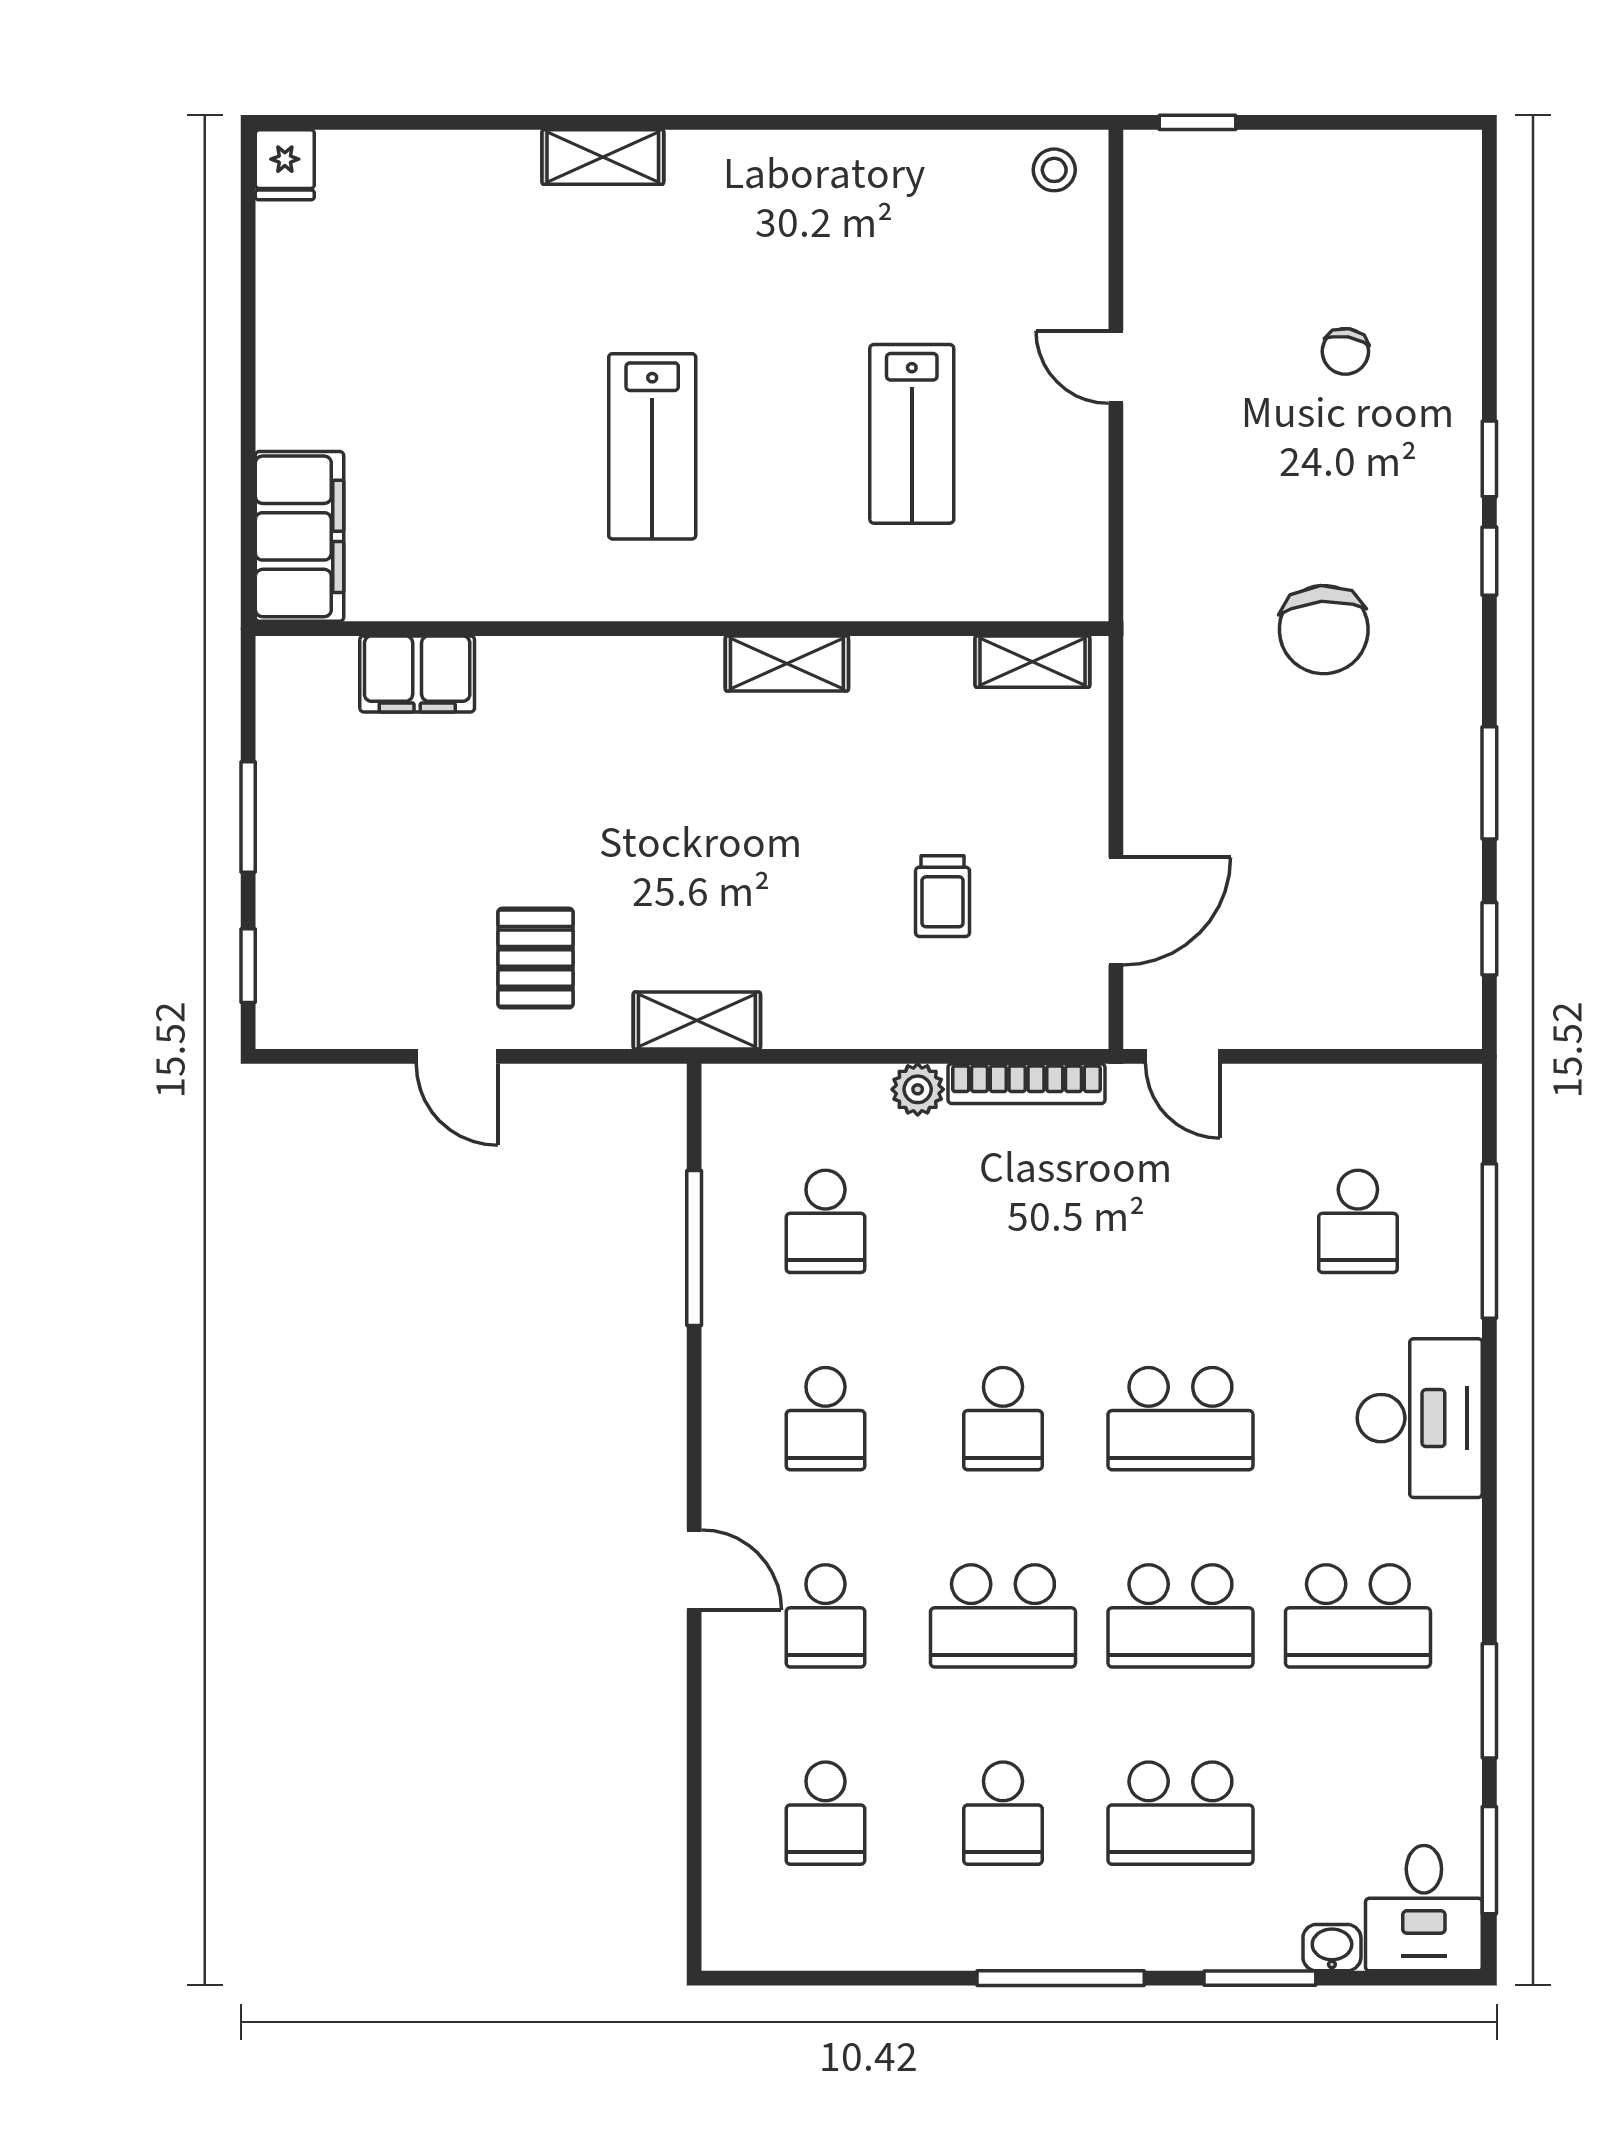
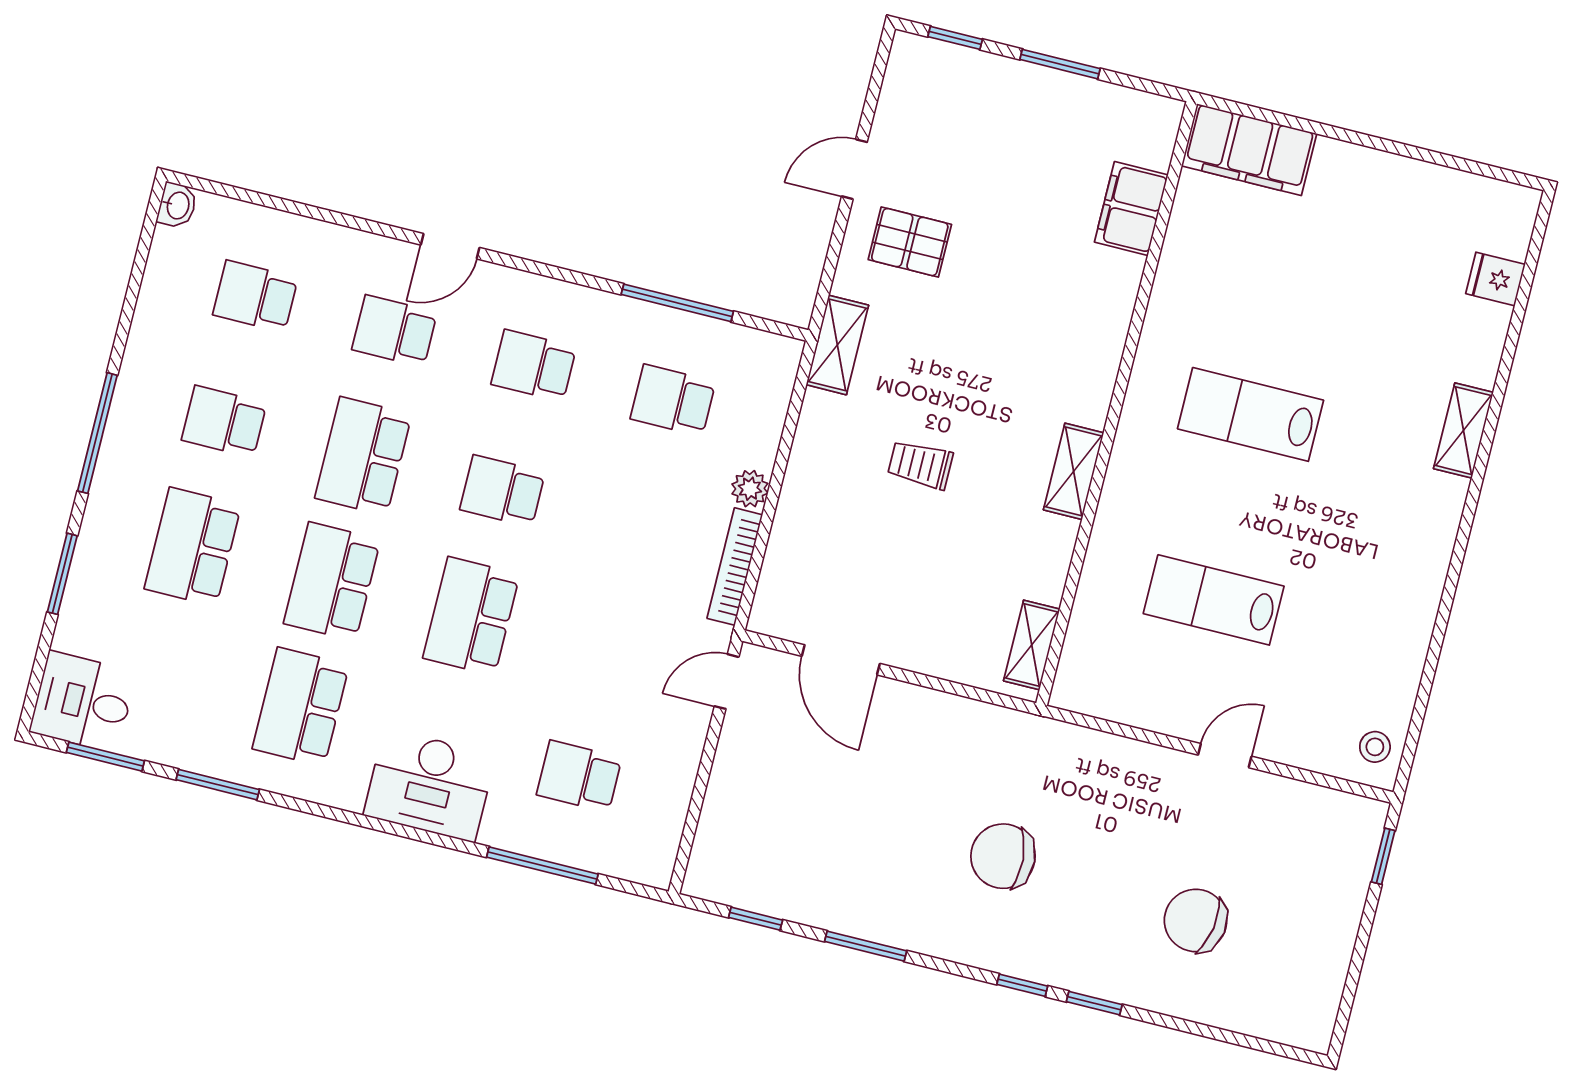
fridge: (285, 165) -> (1495, 279), moved
chair: (1345, 351) -> (1196, 920), width x1.87, depth x1.87
trolley: (943, 896) -> (920, 465), moved
washbasin: (1332, 1948) -> (177, 205), moved

